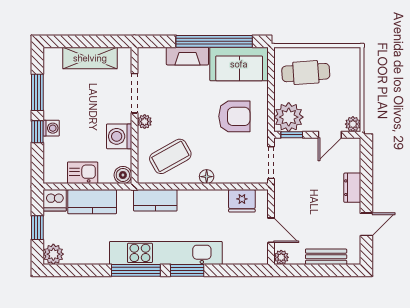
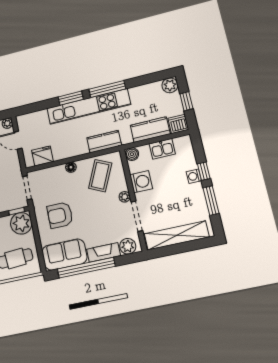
plant: (155, 57) -> (128, 246), added
shelving: (90, 58) -> (177, 235), width x1.47
coffee table: (170, 156) -> (100, 176), turned -36

